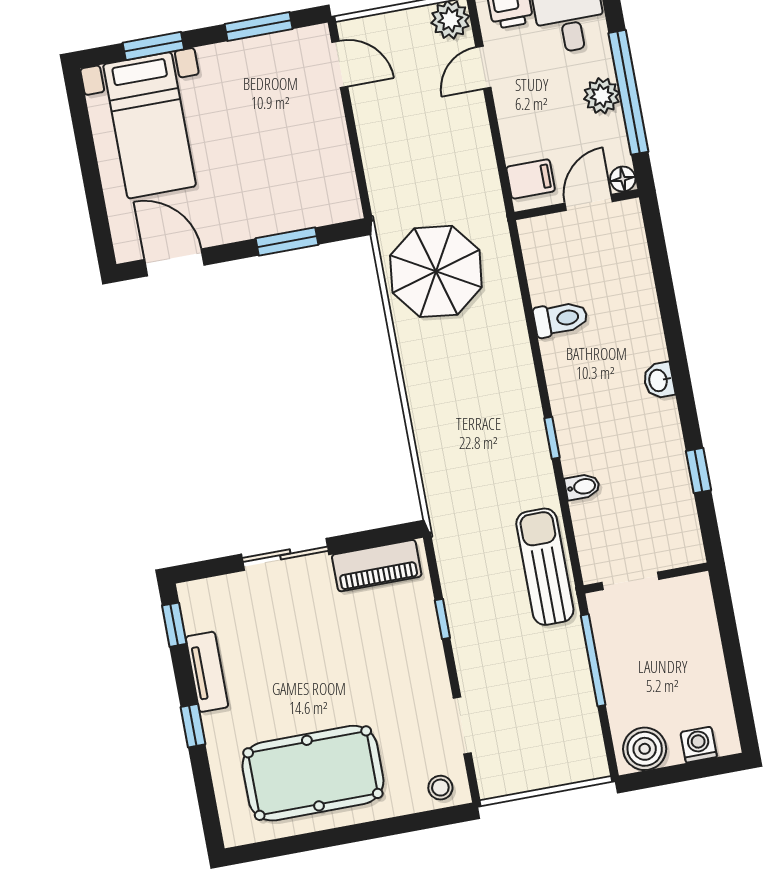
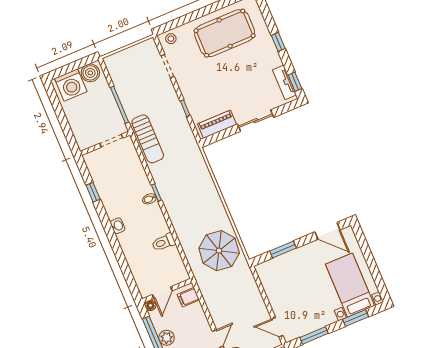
bidet: (582, 487) -> (149, 199), moved
tv unit: (207, 672) -> (285, 82), moved
washing machine: (699, 745) -> (71, 85), width x1.89, depth x1.89

